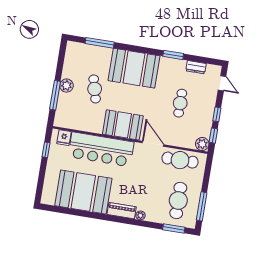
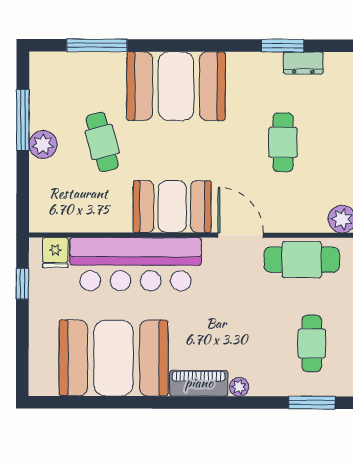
window: (173, 55) -> (283, 46), moved
window: (55, 95) -> (23, 120), moved
cafe table: (178, 200) -> (312, 343), width x0.73, depth x0.74

